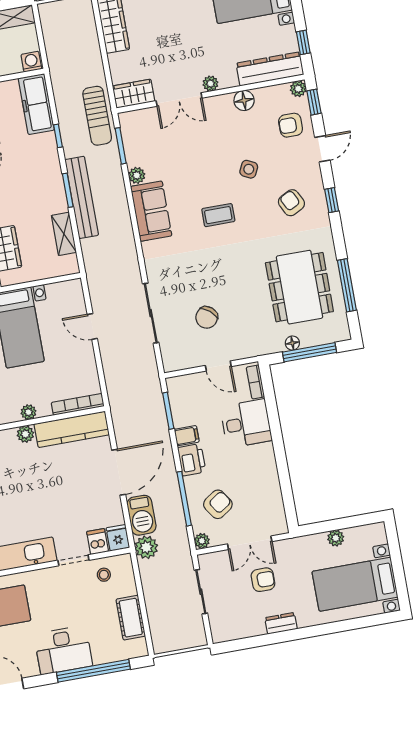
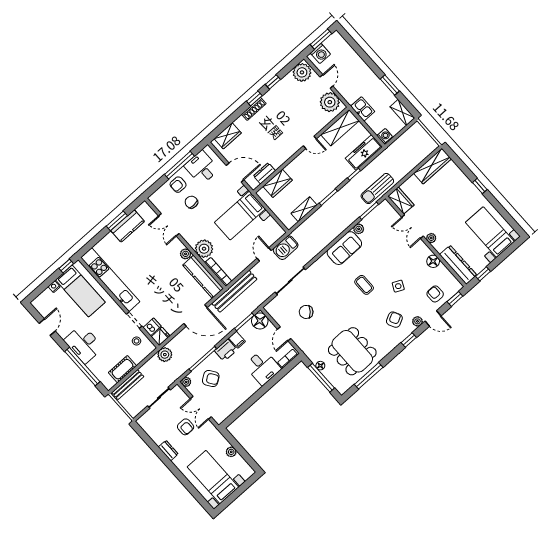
plant: (298, 89) -> (417, 321), moved
bench: (82, 197) -> (234, 291), moved
dining table: (299, 287) -> (352, 351), turned 90
floor lamp: (180, 389) -> (260, 321), added
plant: (29, 412) -> (204, 249), width x1.88, depth x1.88
barbecue: (141, 515) -> (286, 248), moved
bench: (156, 624) -> (128, 385), added

